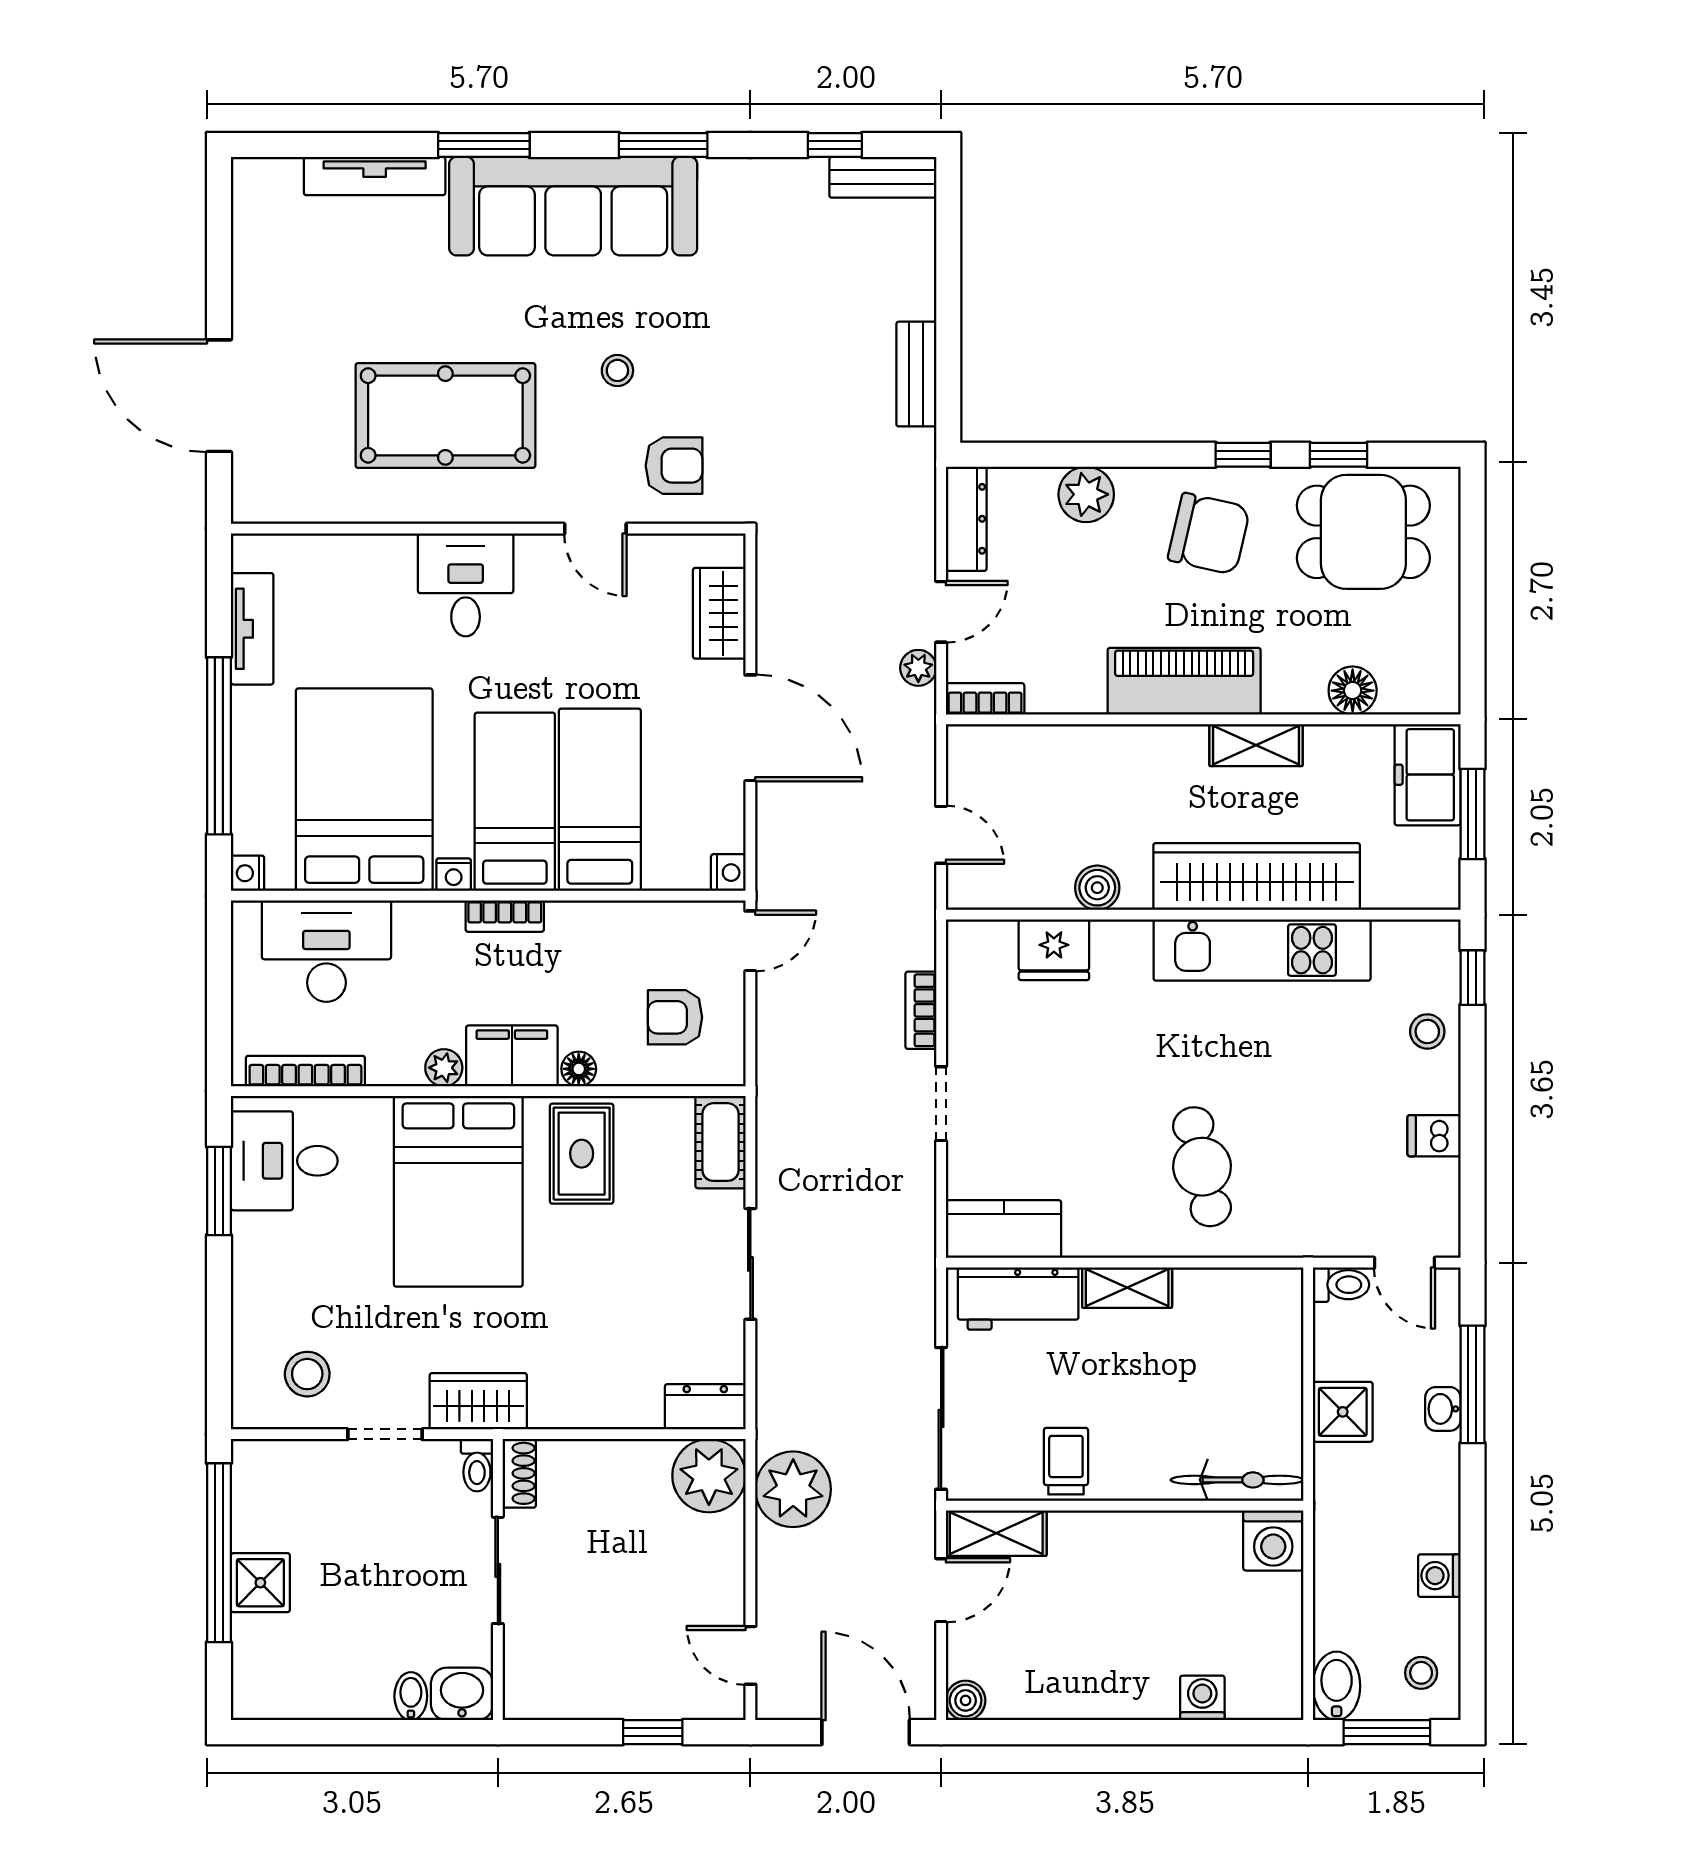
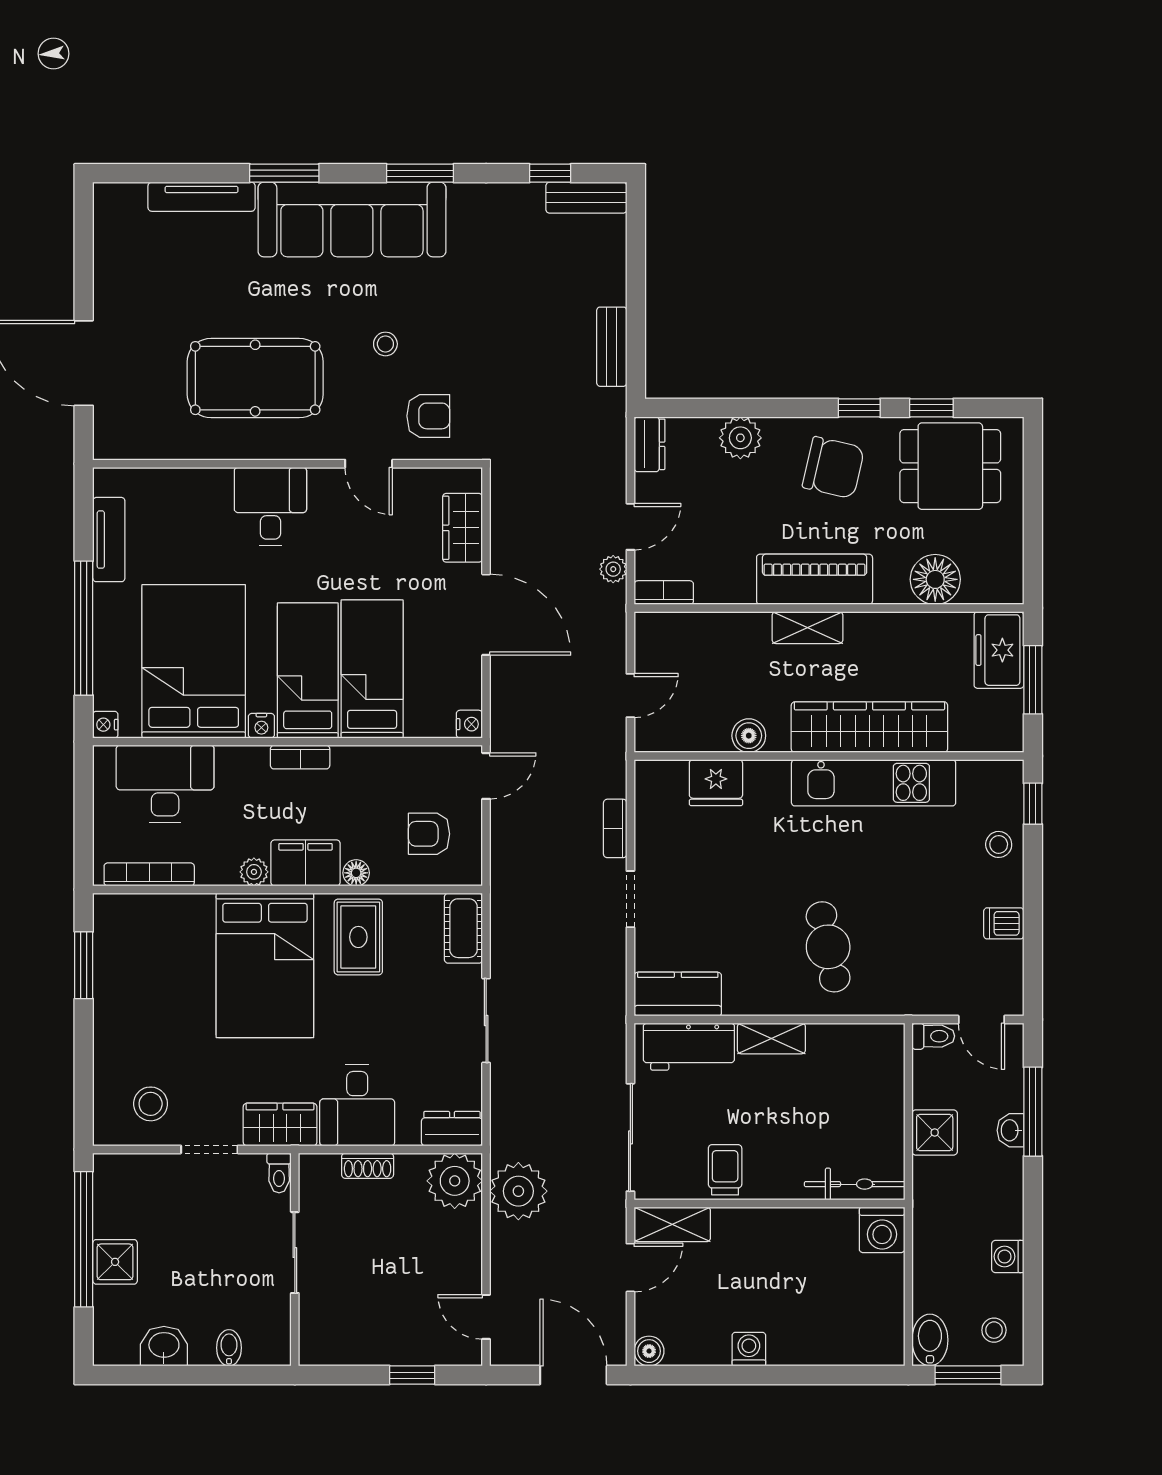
dresser: (966, 519) -> (650, 444), width x0.70
floor lamp: (1353, 691) -> (935, 579), width x1.38, depth x1.38
shelving: (1256, 745) -> (807, 628), moved
door: (941, 835) -> (630, 696), hinge flipped
desk: (284, 1161) -> (357, 1105), moved, turned -90
shoe rack: (519, 1473) -> (368, 1166), moved, turned 90
washbasin: (462, 1694) -> (164, 1346), moved
washing machine: (1202, 1698) -> (749, 1349), moved

